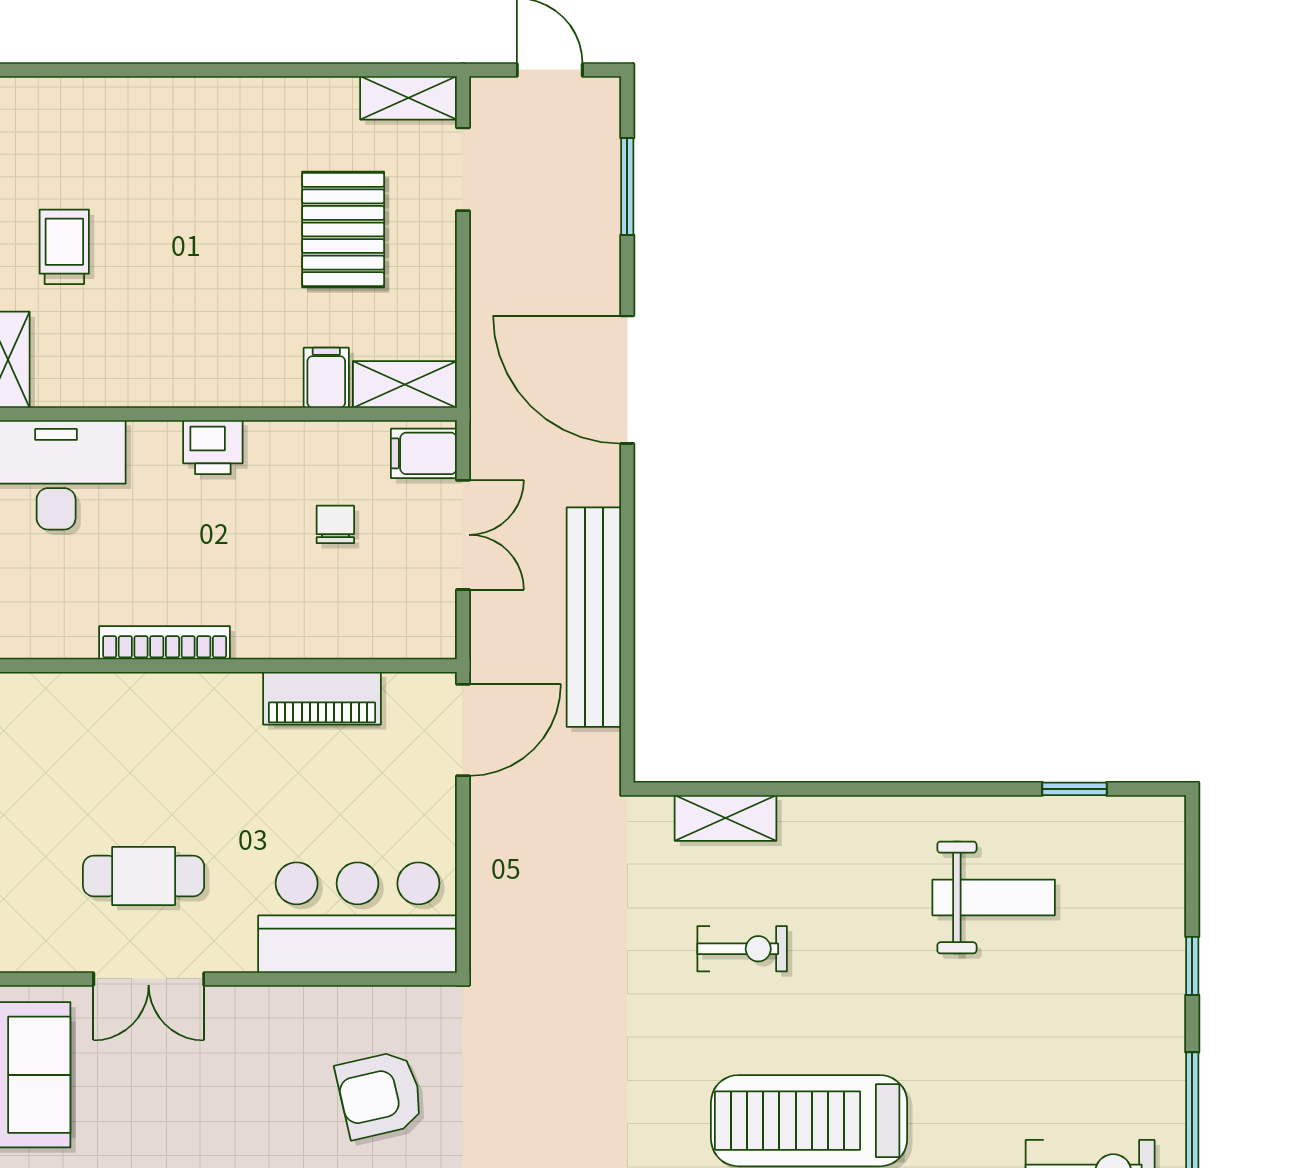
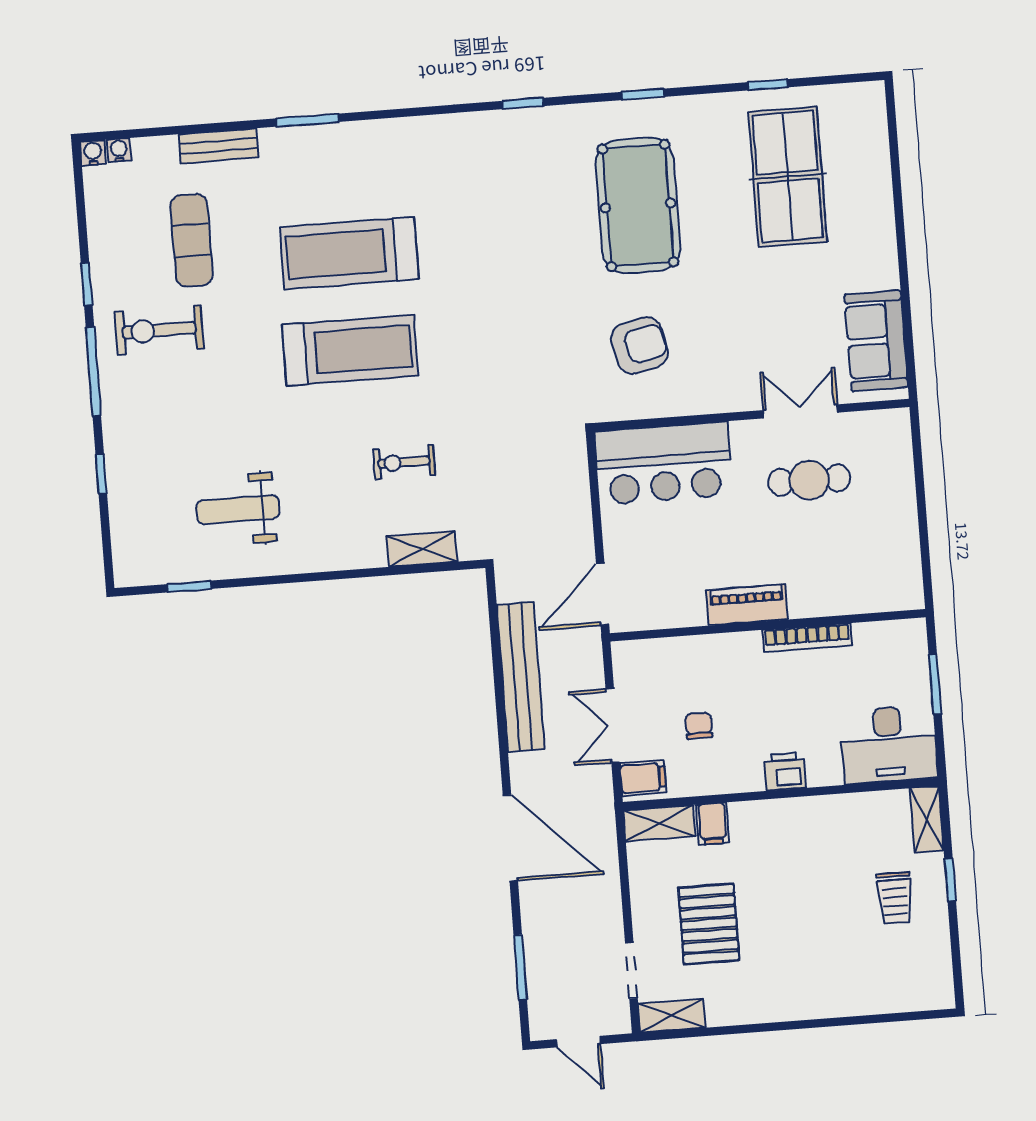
chair: (335, 524) -> (699, 726), turned 180
piano: (322, 698) -> (747, 605), moved

